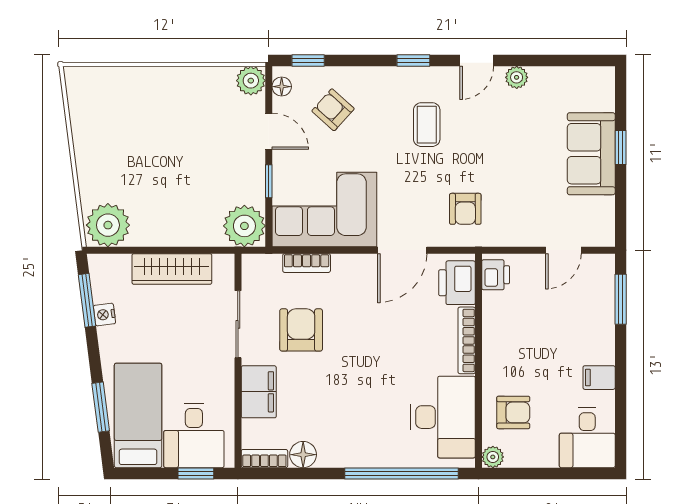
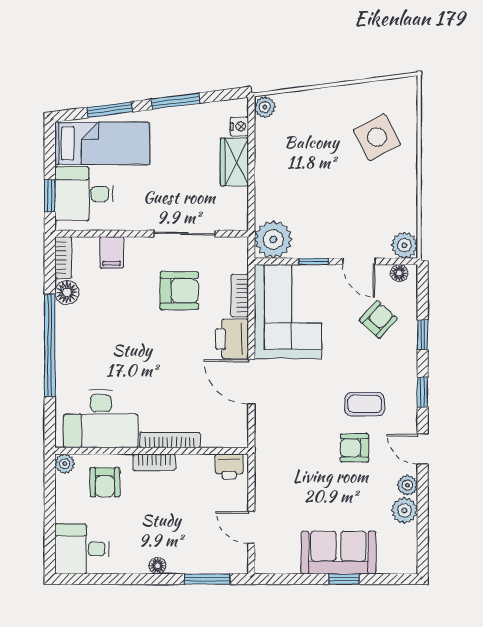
window: (308, 61) -> (423, 335), moved
plant: (545, 81) -> (404, 510), added
side table: (131, 111) -> (377, 137), added
door: (269, 131) -> (359, 261), hinge flipped
armchair: (465, 209) -> (354, 448), moved
plant: (108, 225) -> (265, 107), width x0.53, depth x0.53
wardrobe: (172, 269) -> (234, 162), width x0.67
printer: (457, 283) -> (232, 339), moved, turned -90
window: (87, 300) -> (175, 101), moved
nightstand: (104, 315) -> (239, 126), moved, turned 97
floor lamp: (606, 354) -> (157, 566), added
bookcase: (491, 358) -> (154, 462), added
filing cabinet: (599, 378) -> (136, 560), removed
filing cabinet: (259, 392) -> (112, 252), width x0.50
window: (401, 473) -> (50, 345), moved

